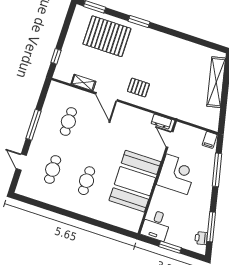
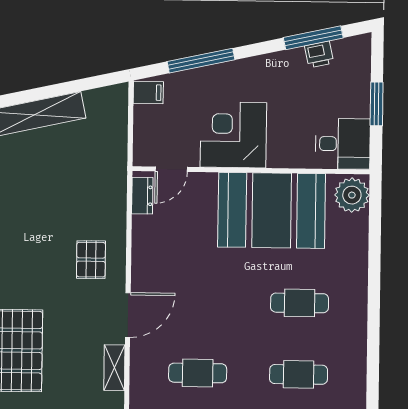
plant: (130, 222) -> (352, 195), added
printer: (201, 238) -> (319, 54), moved

